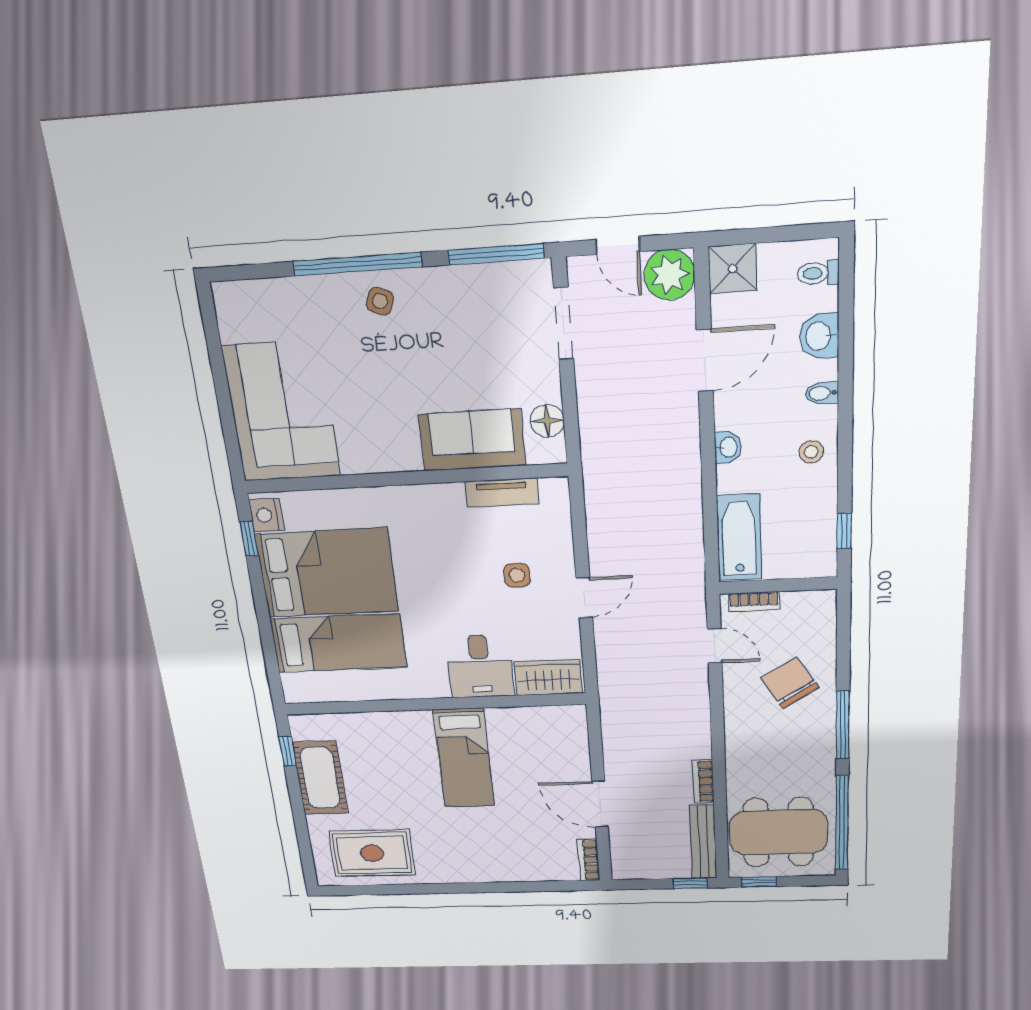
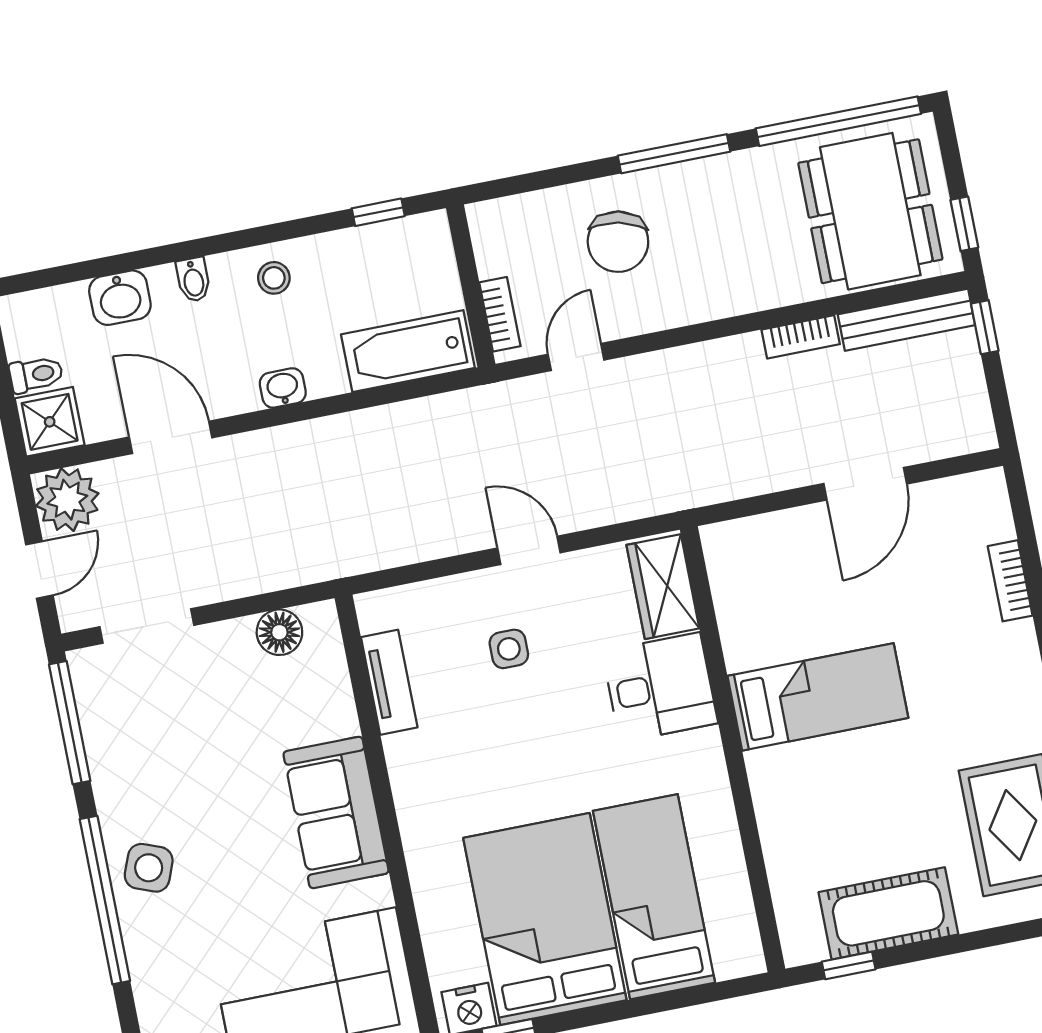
toilet: (818, 273) -> (36, 374), moved, turned -90
side table: (380, 301) -> (149, 868), width x1.37, depth x1.37
sofa: (472, 440) -> (336, 812), moved
chair: (790, 683) -> (618, 242), turned -46
bookcase: (589, 860) -> (1010, 581), moved, turned 90

